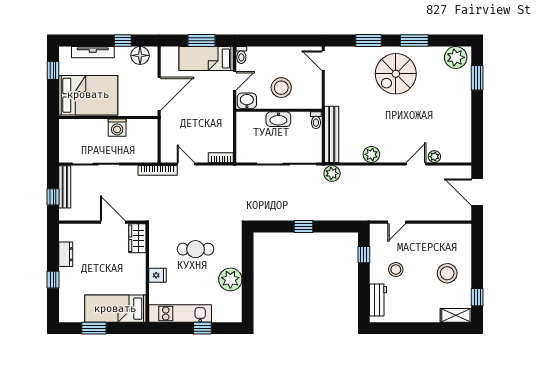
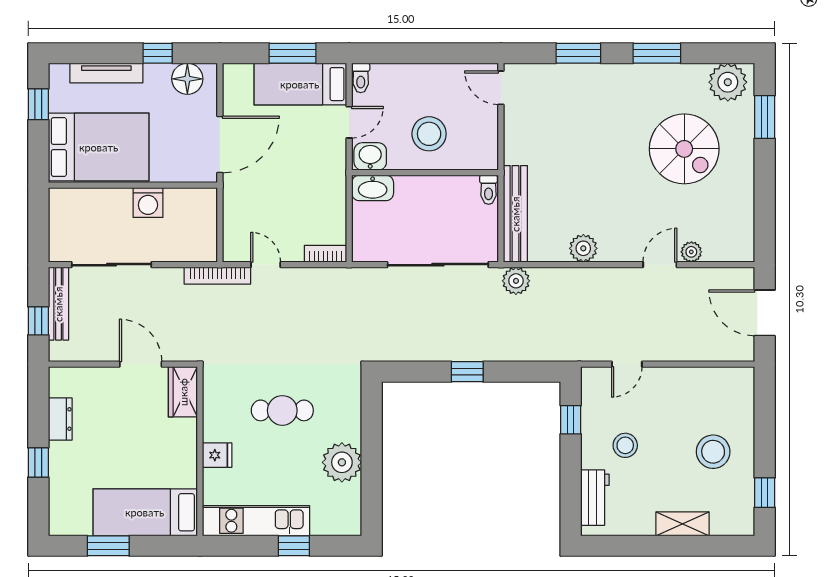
spiral stairs: (396, 74) -> (684, 149), moved, turned -90
washbasin: (278, 119) -> (373, 188), moved
shelving: (456, 315) -> (683, 524), moved

